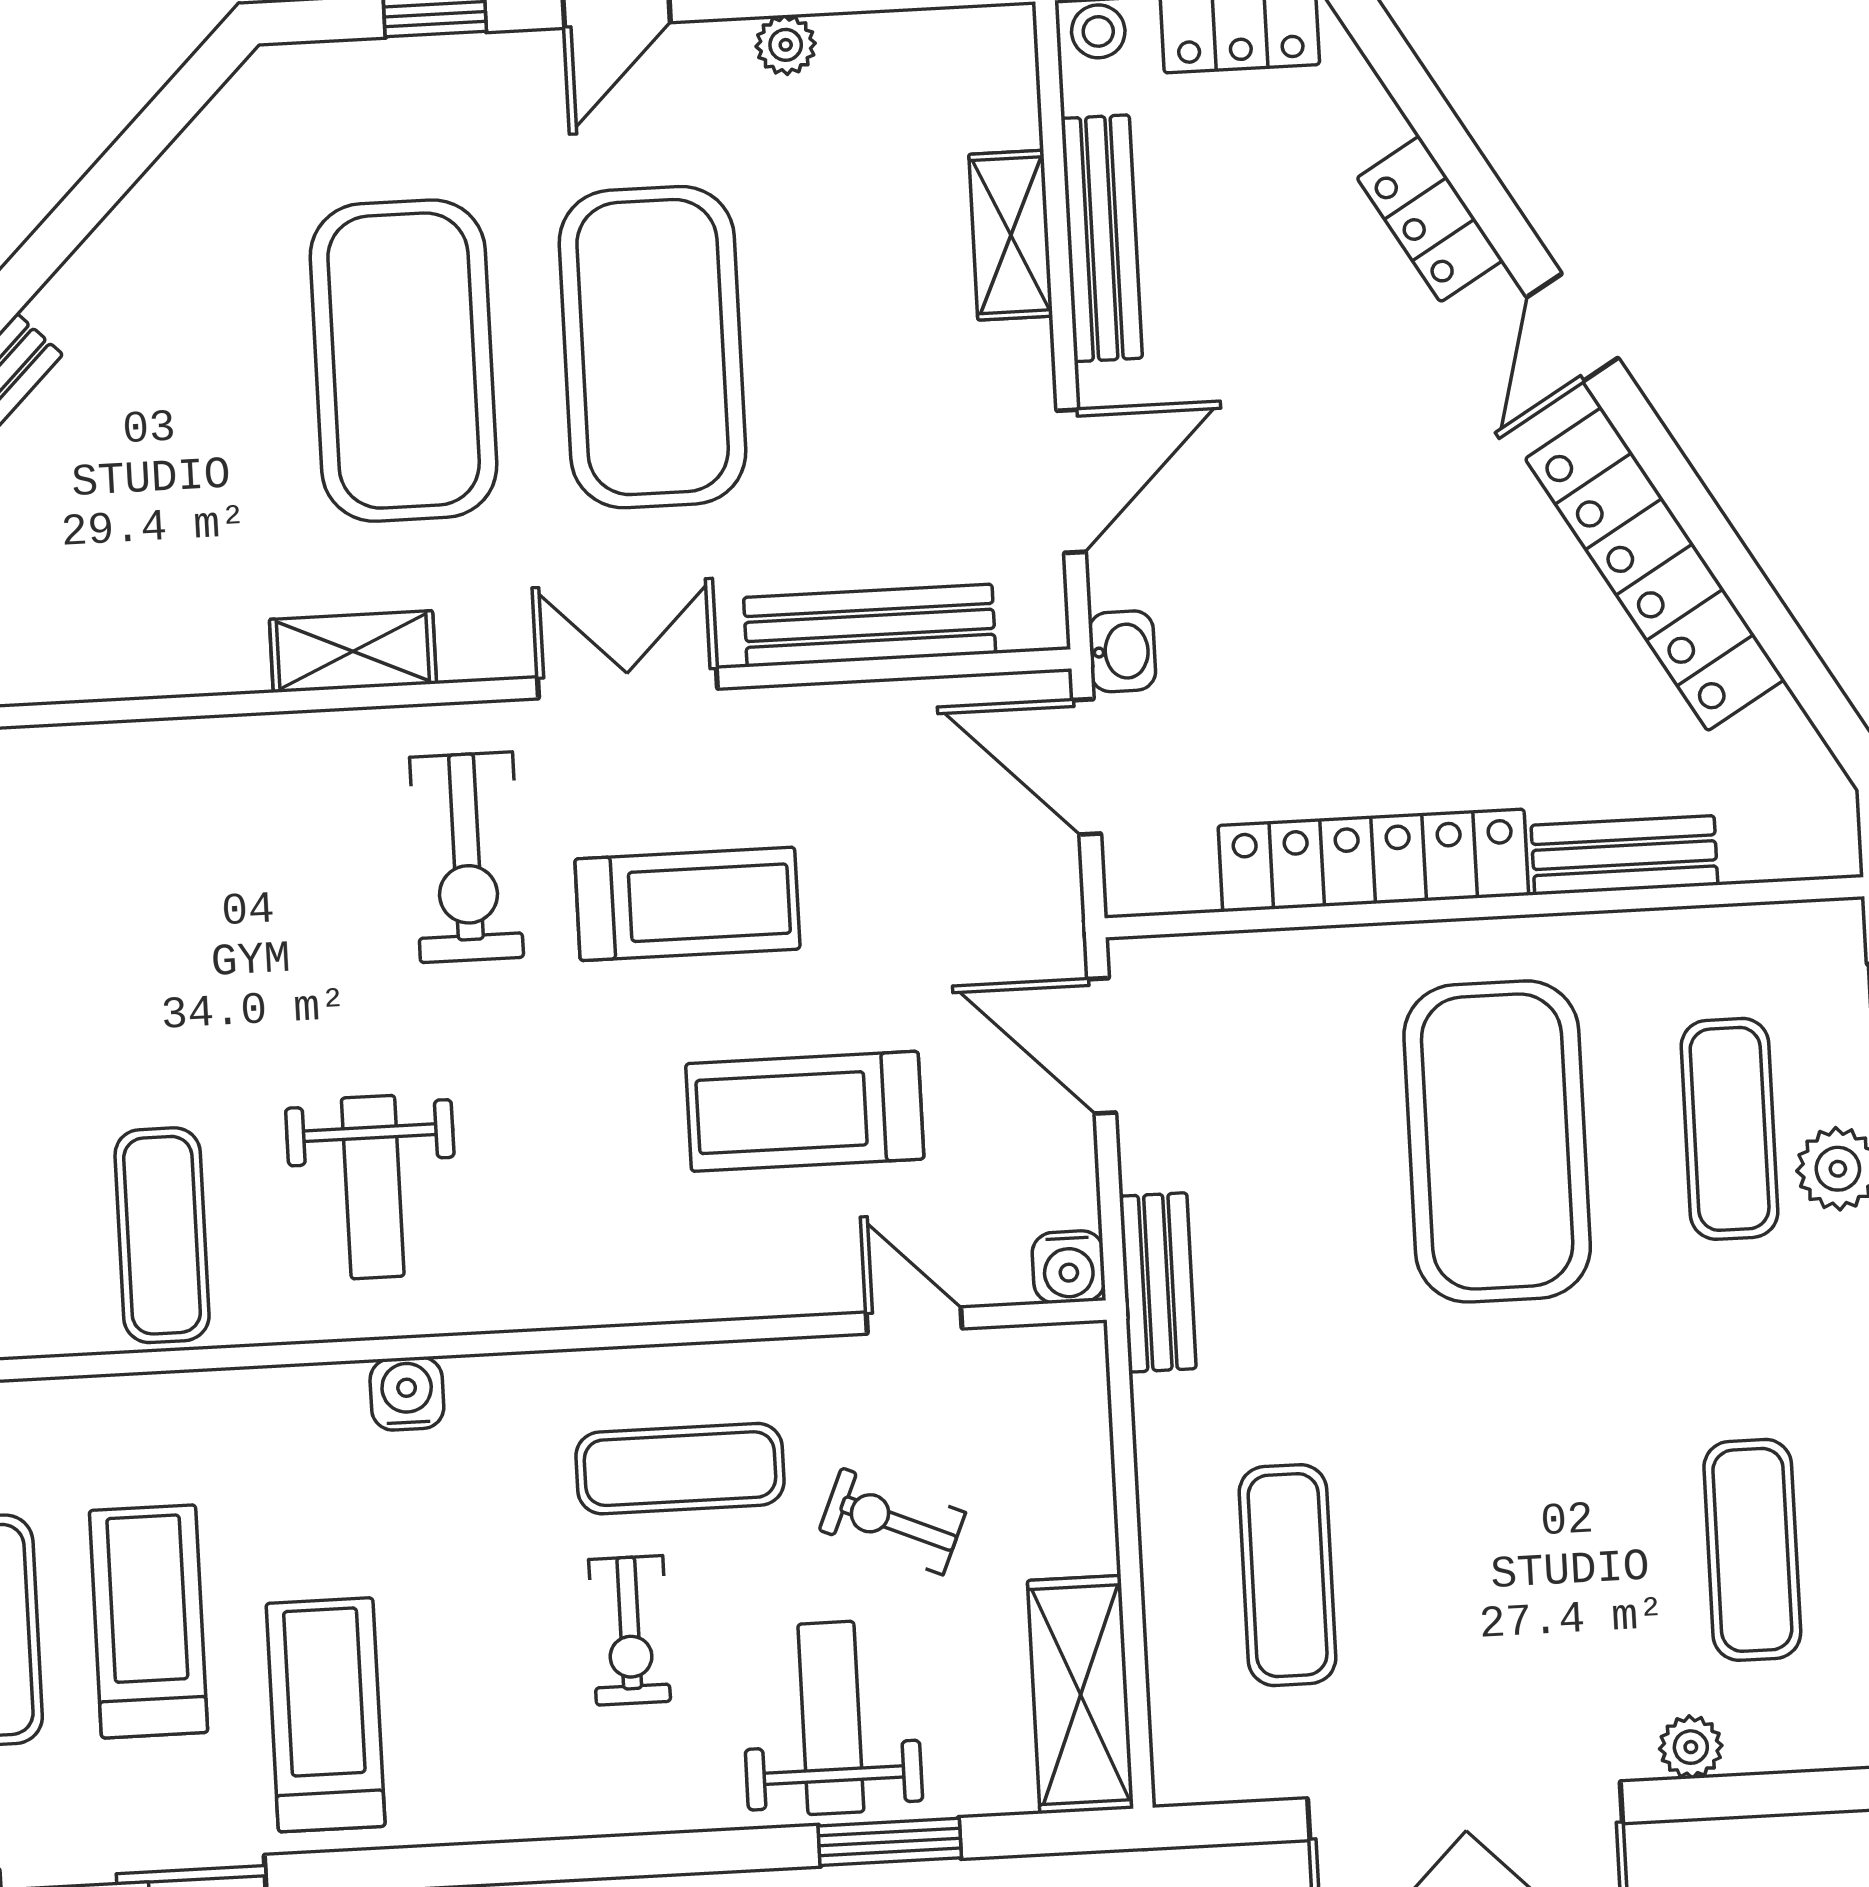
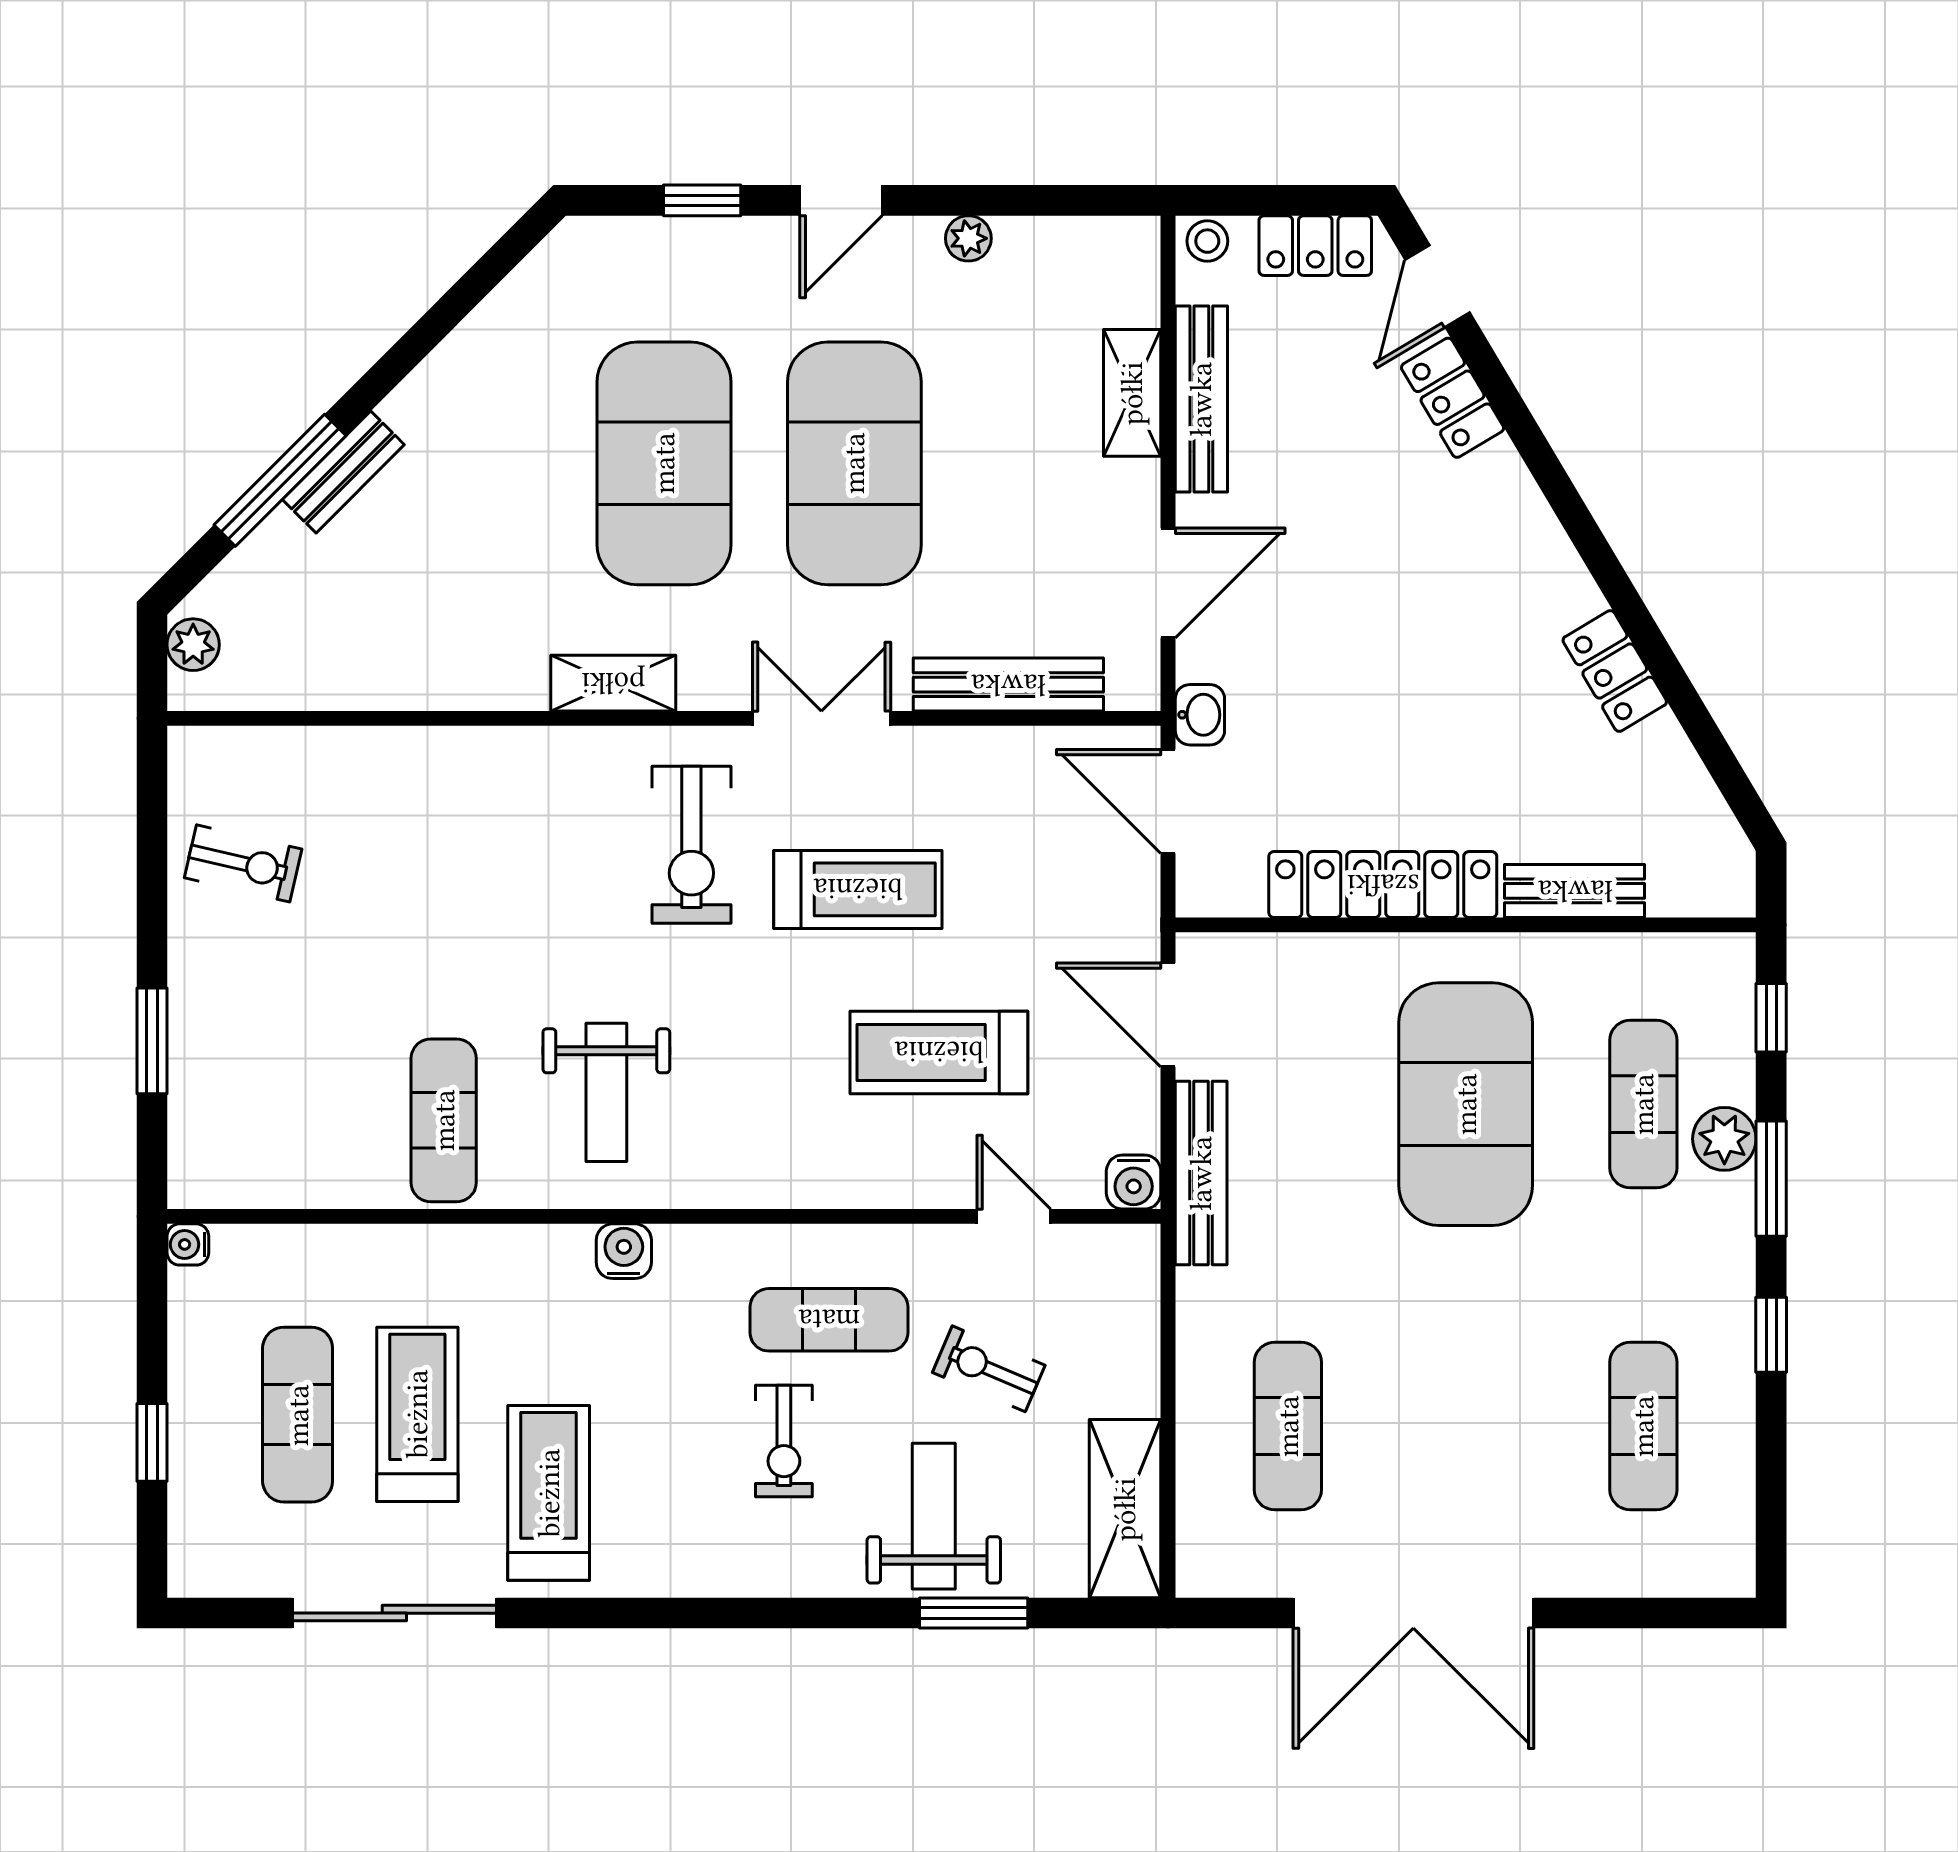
door: (1572, 327) -> (1437, 286), moved
locker: (1655, 569) -> (1615, 671), width x0.46, depth x0.83
bench: (1158, 1282) -> (1201, 1173), width x1.36
plant: (1691, 1747) -> (1588, 1574), removed

